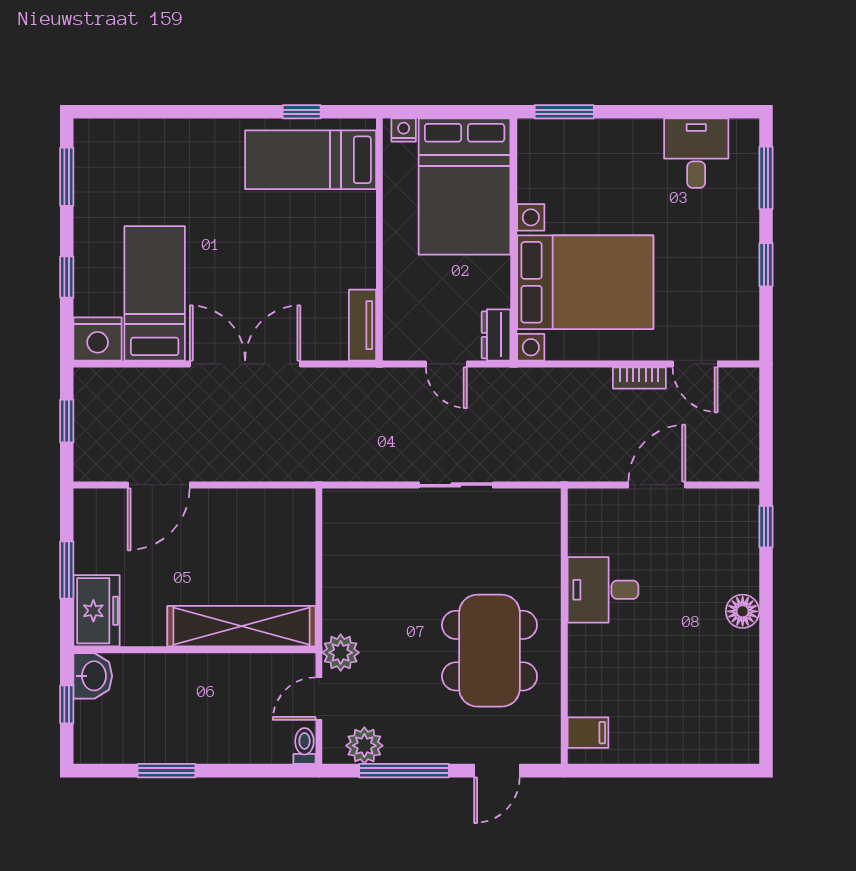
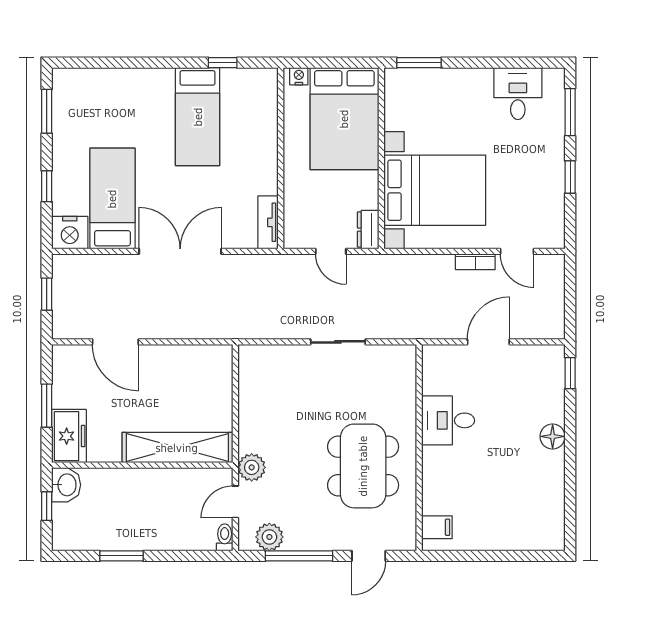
bed: (311, 160) -> (198, 117), moved, turned -90
door: (159, 485) -> (115, 342), hinge flipped

